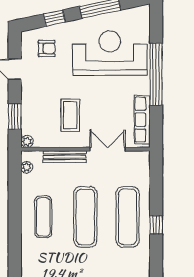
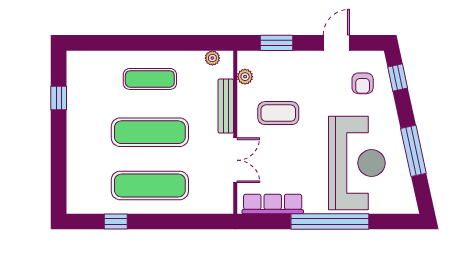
window: (54, 18) -> (398, 78), moved
plant: (27, 142) -> (245, 77), moved
window: (156, 225) -> (116, 222), moved

